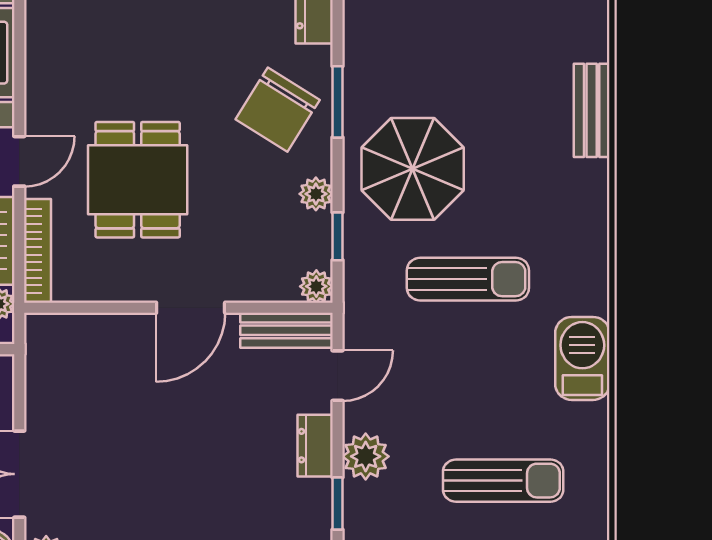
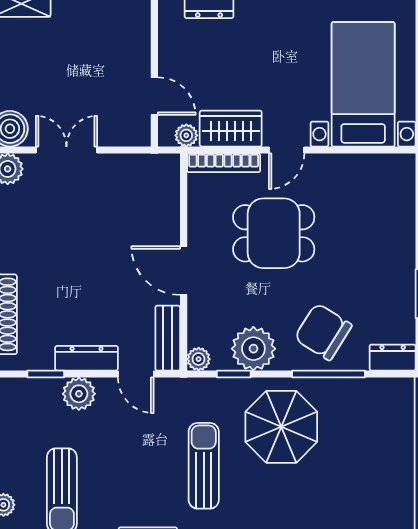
window: (338, 102) -> (329, 374), width x1.44
door: (19, 161) -> (287, 150), hinge flipped
plant: (316, 194) -> (253, 349), width x1.88, depth x1.88
sun lounger: (468, 279) -> (204, 466), turned 180
dresser: (315, 446) -> (87, 358), width x1.44

